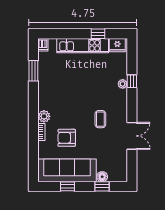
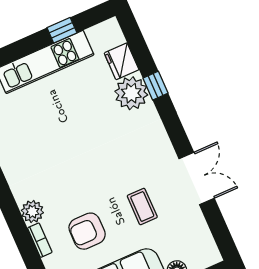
fridge: (117, 45) -> (122, 61), moved, turned 90
plant: (123, 84) -> (131, 93), width x1.88, depth x1.88
coffee table: (100, 119) -> (142, 206), moved

